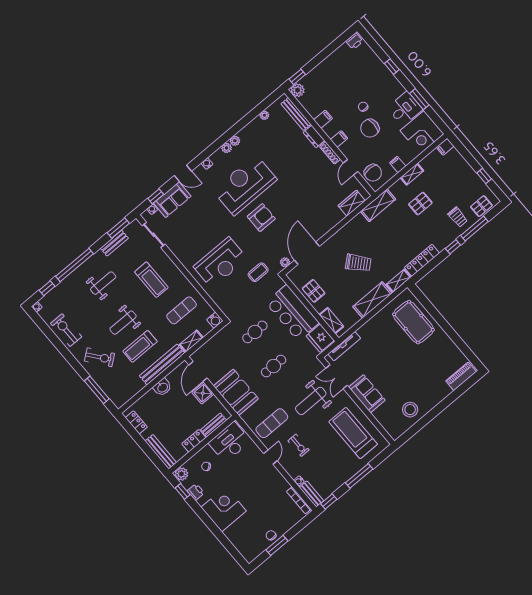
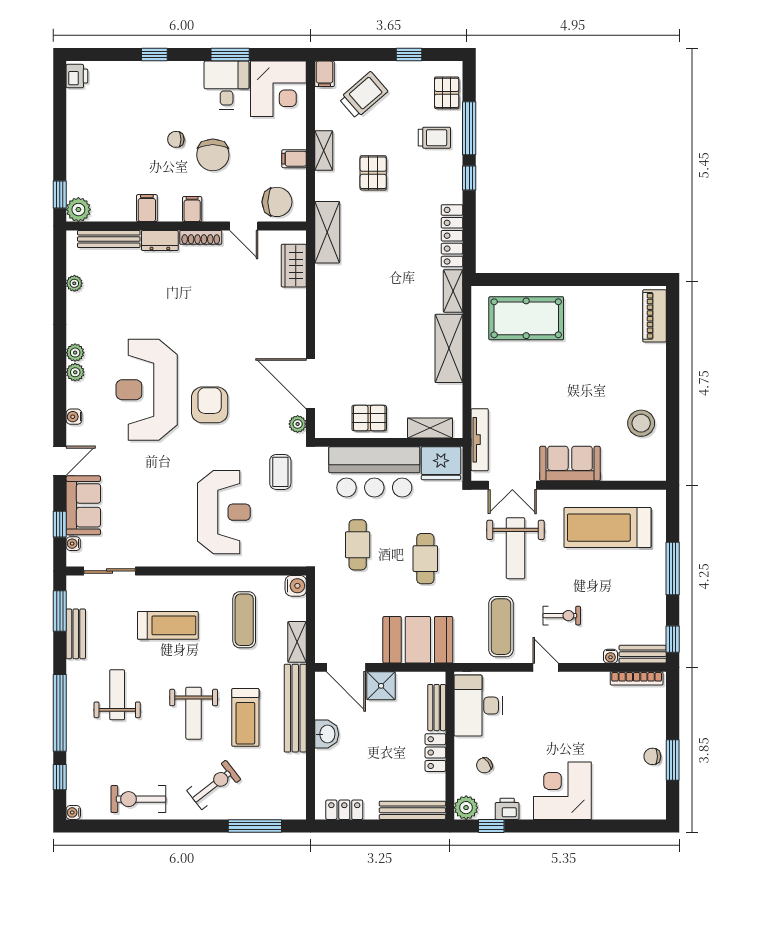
trolley: (358, 263) -> (363, 95), moved

